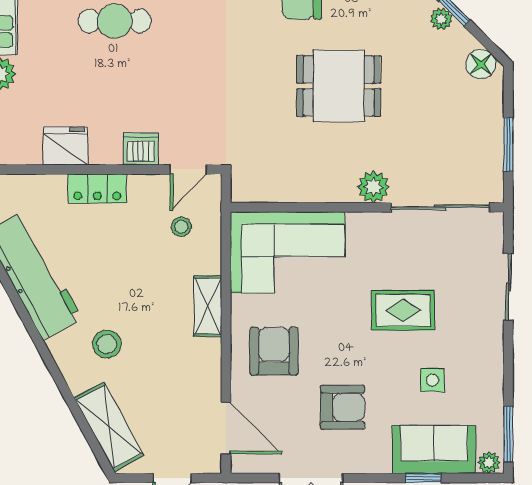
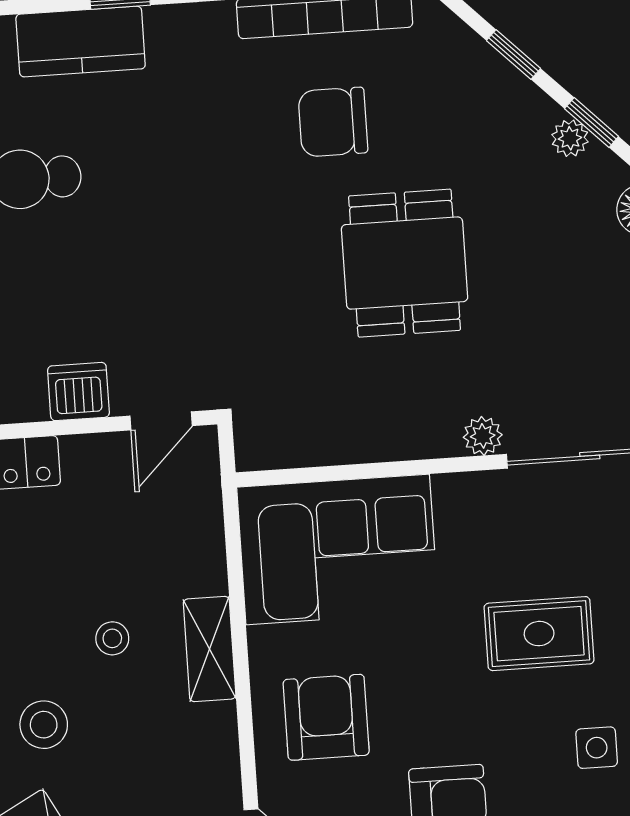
dining table: (339, 86) -> (405, 263), turned 90
plant: (373, 187) -> (483, 436), width x0.73, depth x0.73
stool: (181, 227) -> (112, 638), moved

